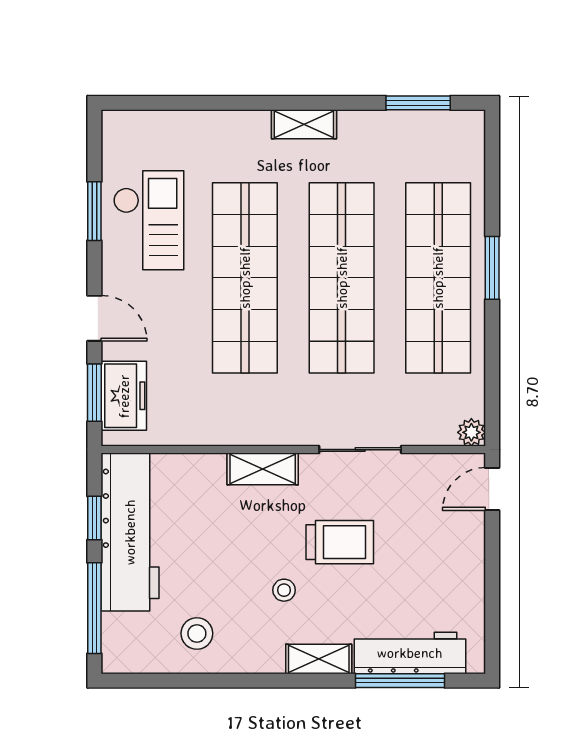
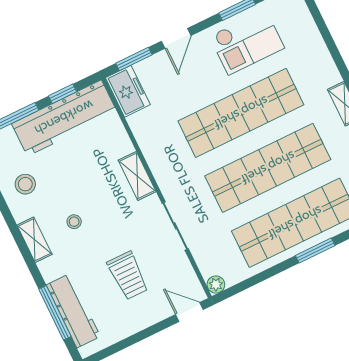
freezer: (124, 396) -> (128, 91), moved, turned -90
trolley: (340, 542) -> (128, 276), moved
shelving: (319, 659) -> (34, 240), moved

